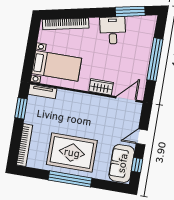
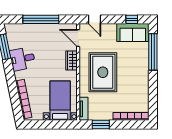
door: (142, 137) -> (94, 19), moved
rug: (72, 152) -> (103, 72), moved
window: (70, 179) -> (153, 52), moved

